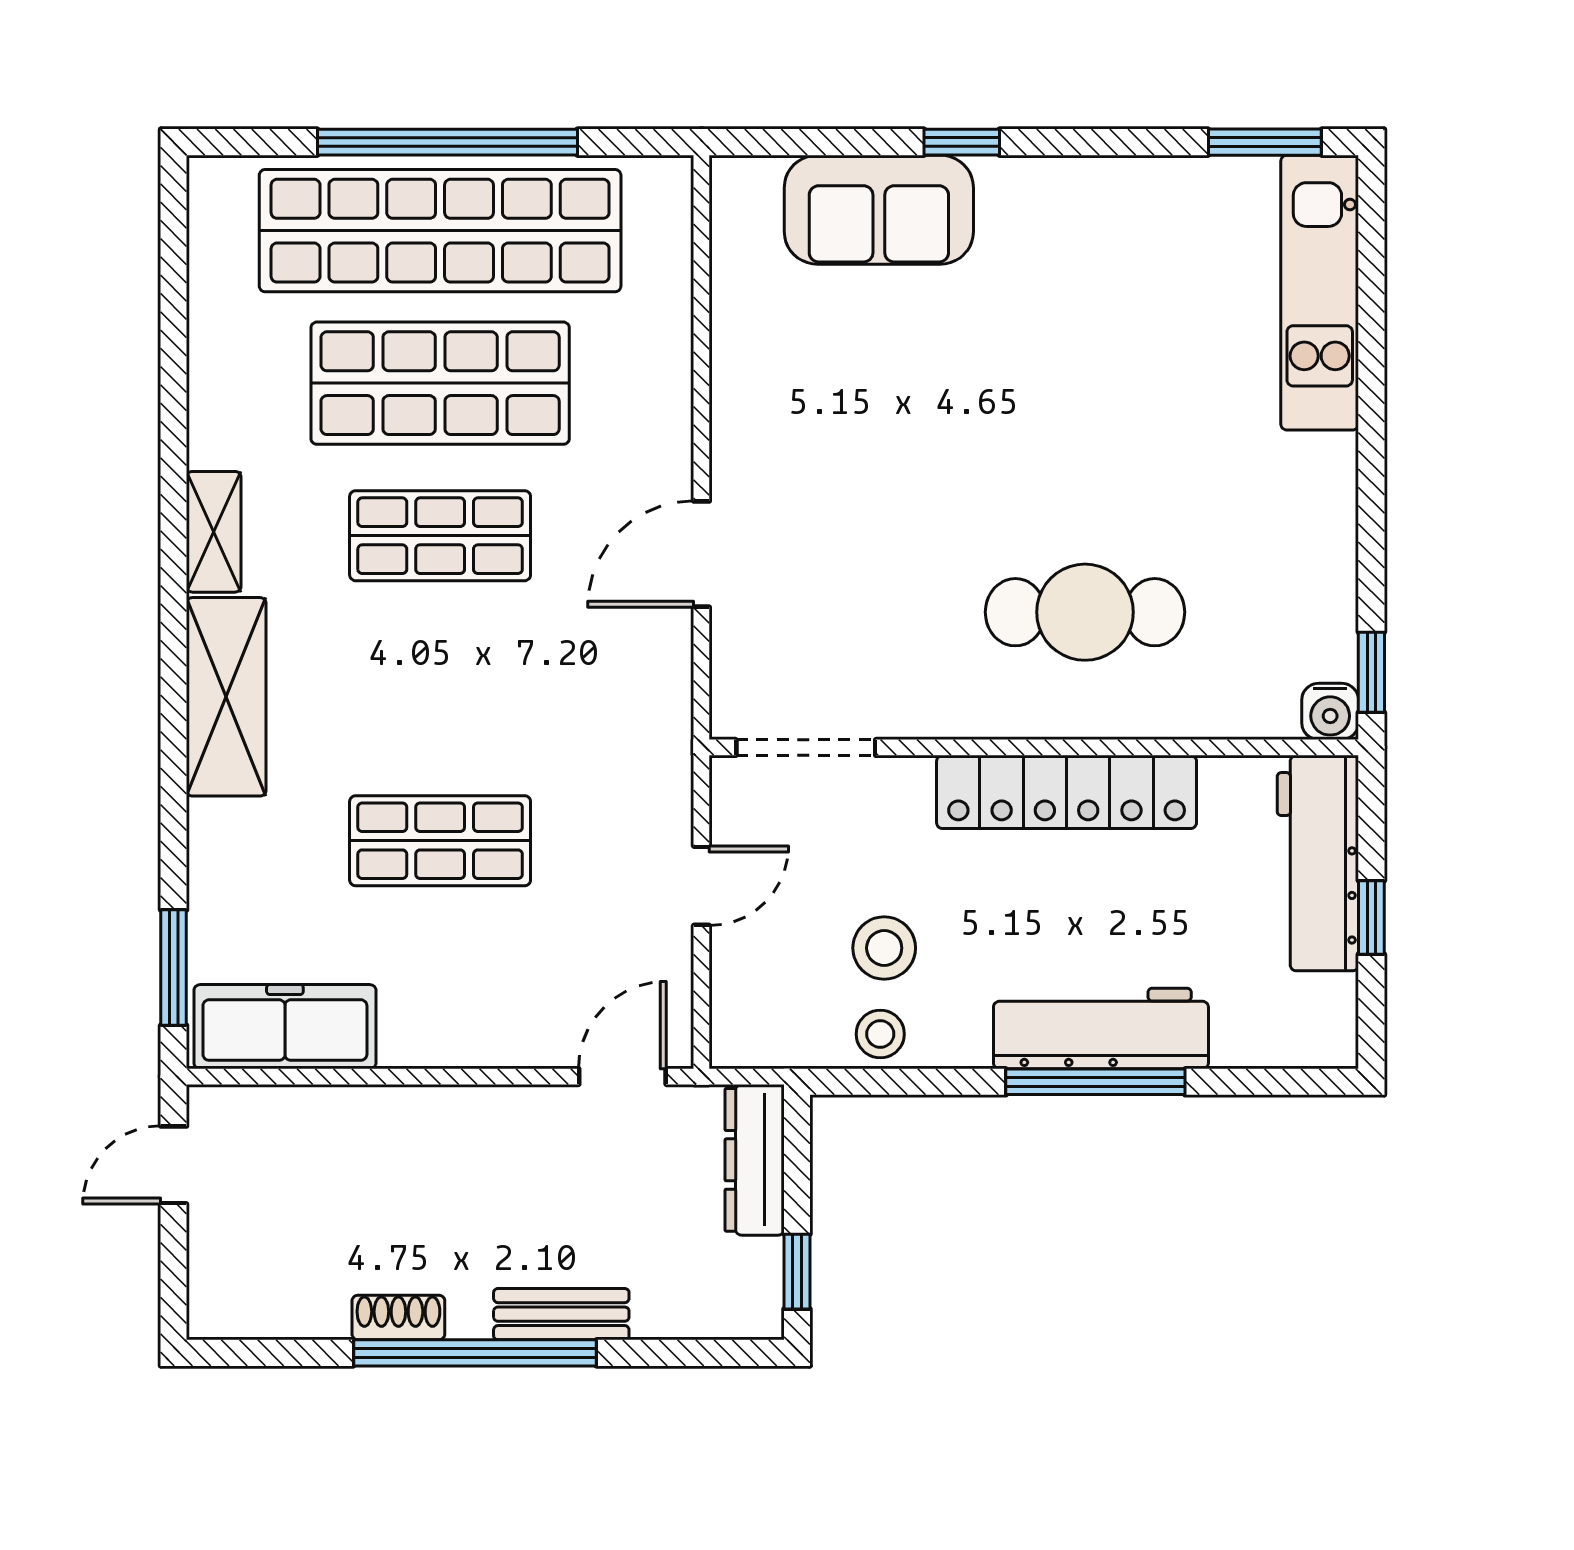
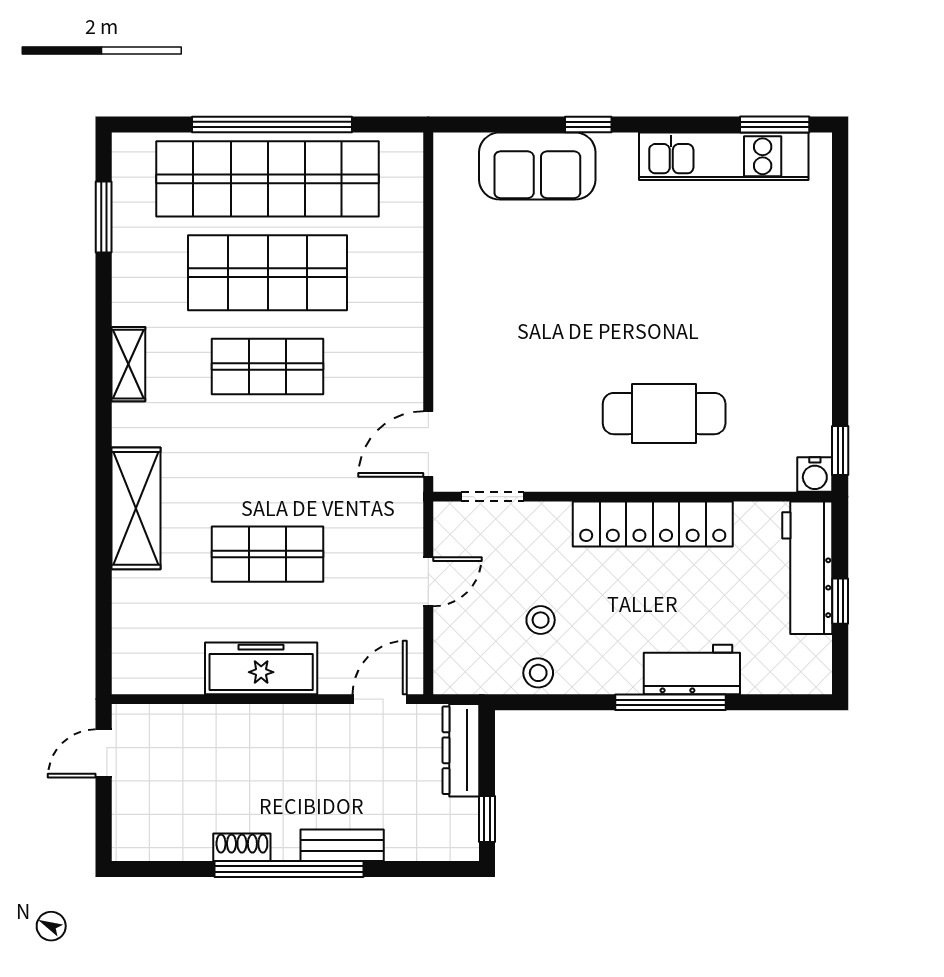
kitchen unit: (1320, 293) -> (724, 156), moved, turned -90
door: (701, 554) -> (428, 444), moved
shelving: (226, 697) -> (136, 508), moved
doorway: (806, 747) -> (492, 497), width x0.73
stool: (884, 948) -> (541, 620), width x0.73, depth x0.73
window: (174, 968) -> (104, 217), moved
freezer: (285, 1027) -> (261, 668), moved
workbench: (1101, 1029) -> (692, 670), width x0.73

